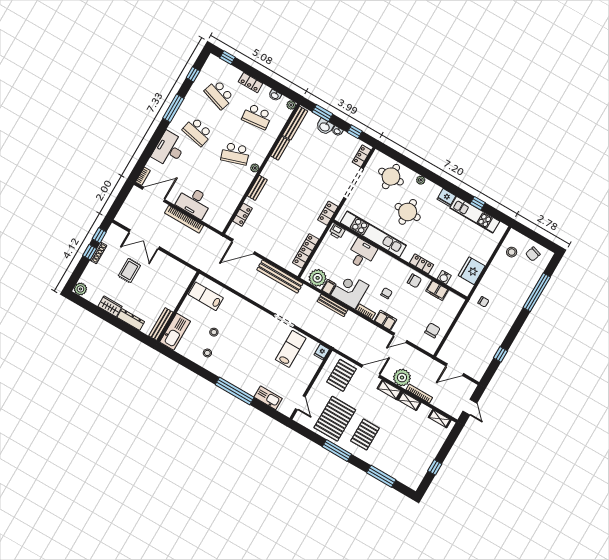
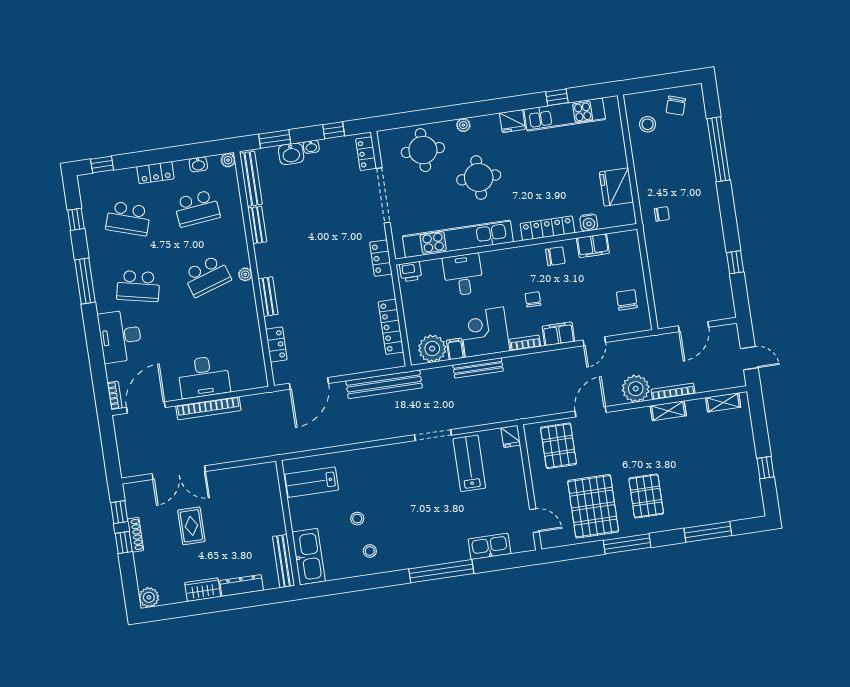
locker: (422, 264) -> (547, 228), width x1.53
shelving: (389, 390) -> (632, 416), removed

